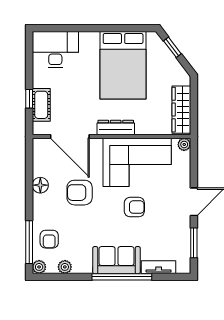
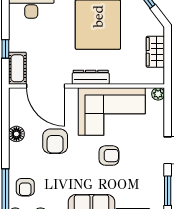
cot: (41, 105) -> (17, 68), moved
wardrobe: (181, 110) -> (155, 52), width x0.67
armchair: (80, 193) -> (55, 141), turned -90

